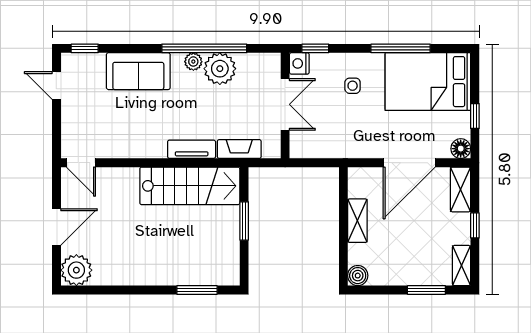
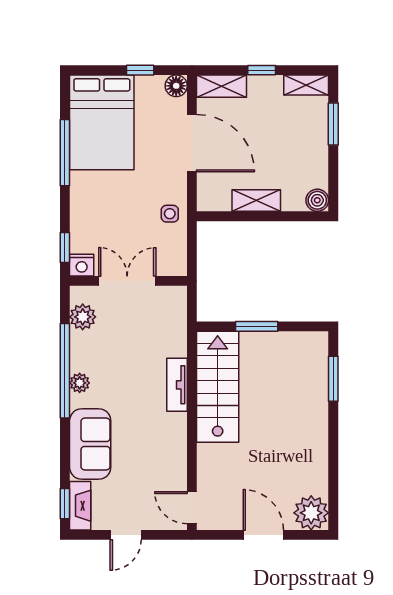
plant: (220, 69) -> (83, 317), moved, width x0.73, depth x0.73
door: (56, 86) -> (126, 535), moved
side table: (353, 86) -> (170, 214), moved
fireplace: (239, 149) -> (80, 506), moved, turned 180
door: (81, 163) -> (192, 508), swing flipped

